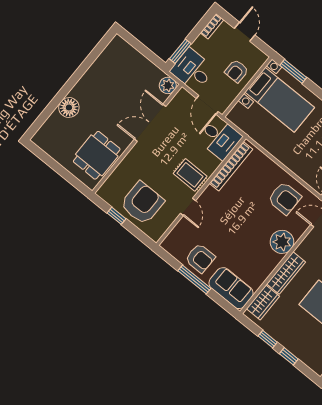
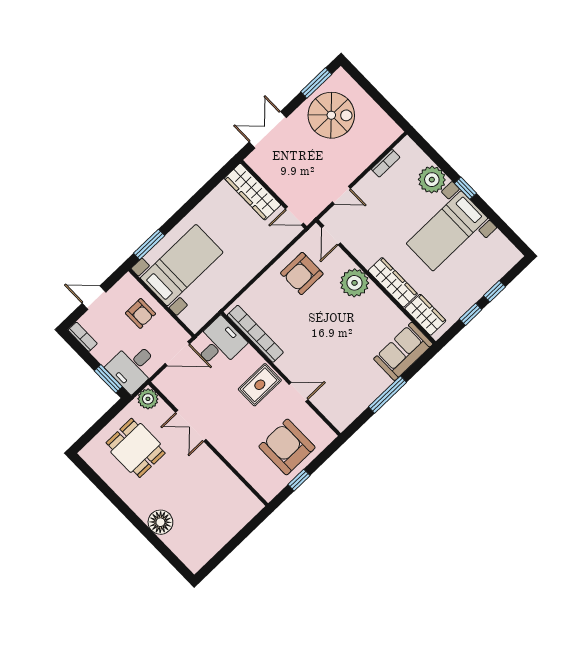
double door: (150, 123) -> (191, 426), width x0.73
dining table: (97, 155) -> (136, 448), moved
armchair: (285, 198) -> (302, 273), turned 180
armchair: (200, 258) -> (362, 385), removed

